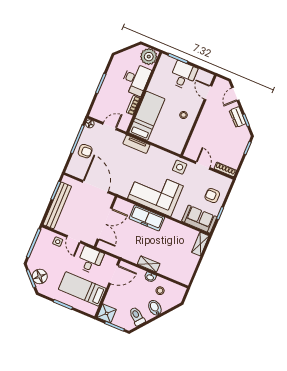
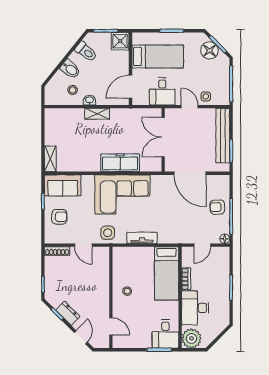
desk: (183, 75) -> (165, 334), moved
tv unit: (136, 144) -> (142, 238), moved

